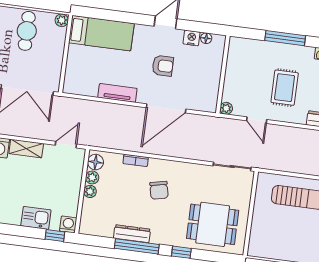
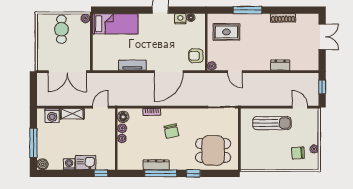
armchair: (163, 66) -> (196, 56), moved, turned 180
rug: (285, 88) -> (227, 32), moved, turned 90
washing machine: (68, 224) -> (69, 164), moved

